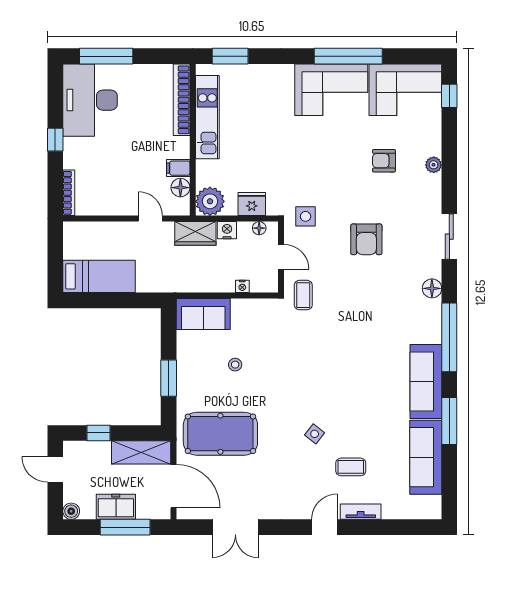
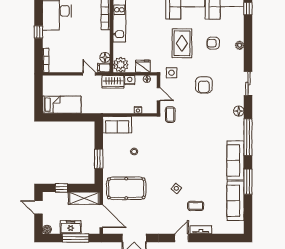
rug: (325, 161) -> (182, 43), added
filing cabinet: (178, 168) -> (104, 68), moved

